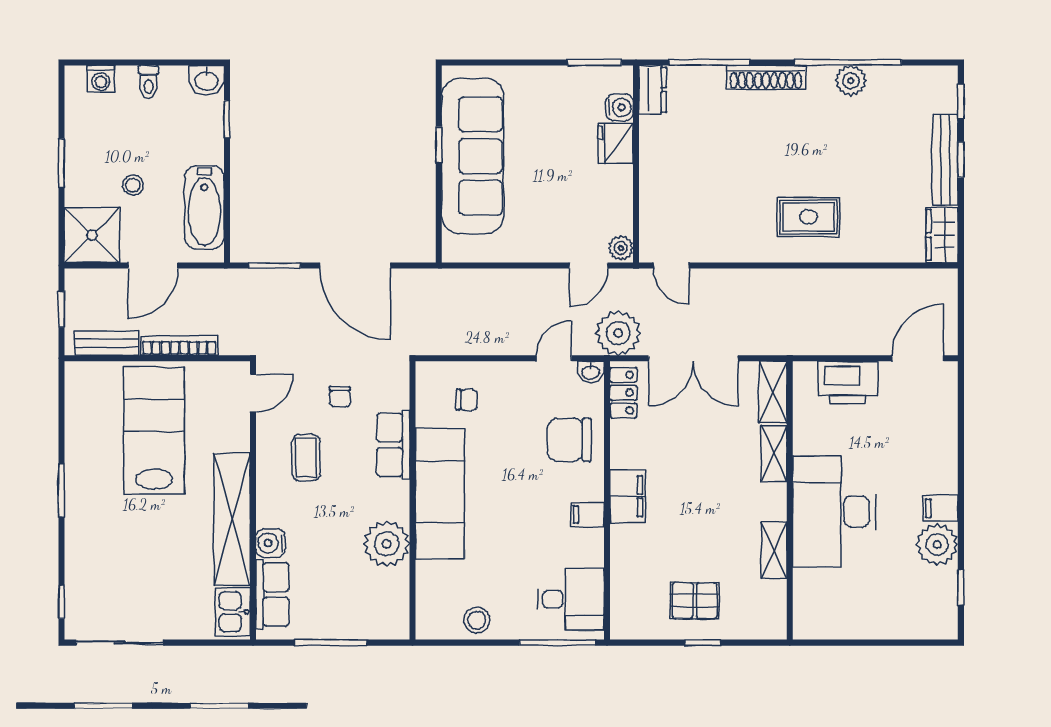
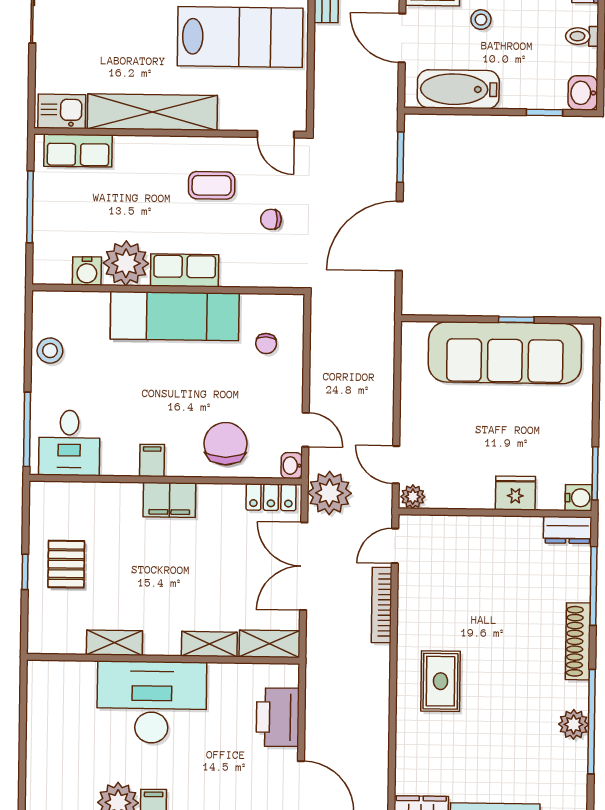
water cooler: (620, 107) -> (579, 498), moved, turned -90
bookcase: (179, 346) -> (382, 605), moved, turned 180
row of seats: (393, 445) -> (185, 270), moved
water cooler: (270, 543) -> (87, 271), moved, turned 180

